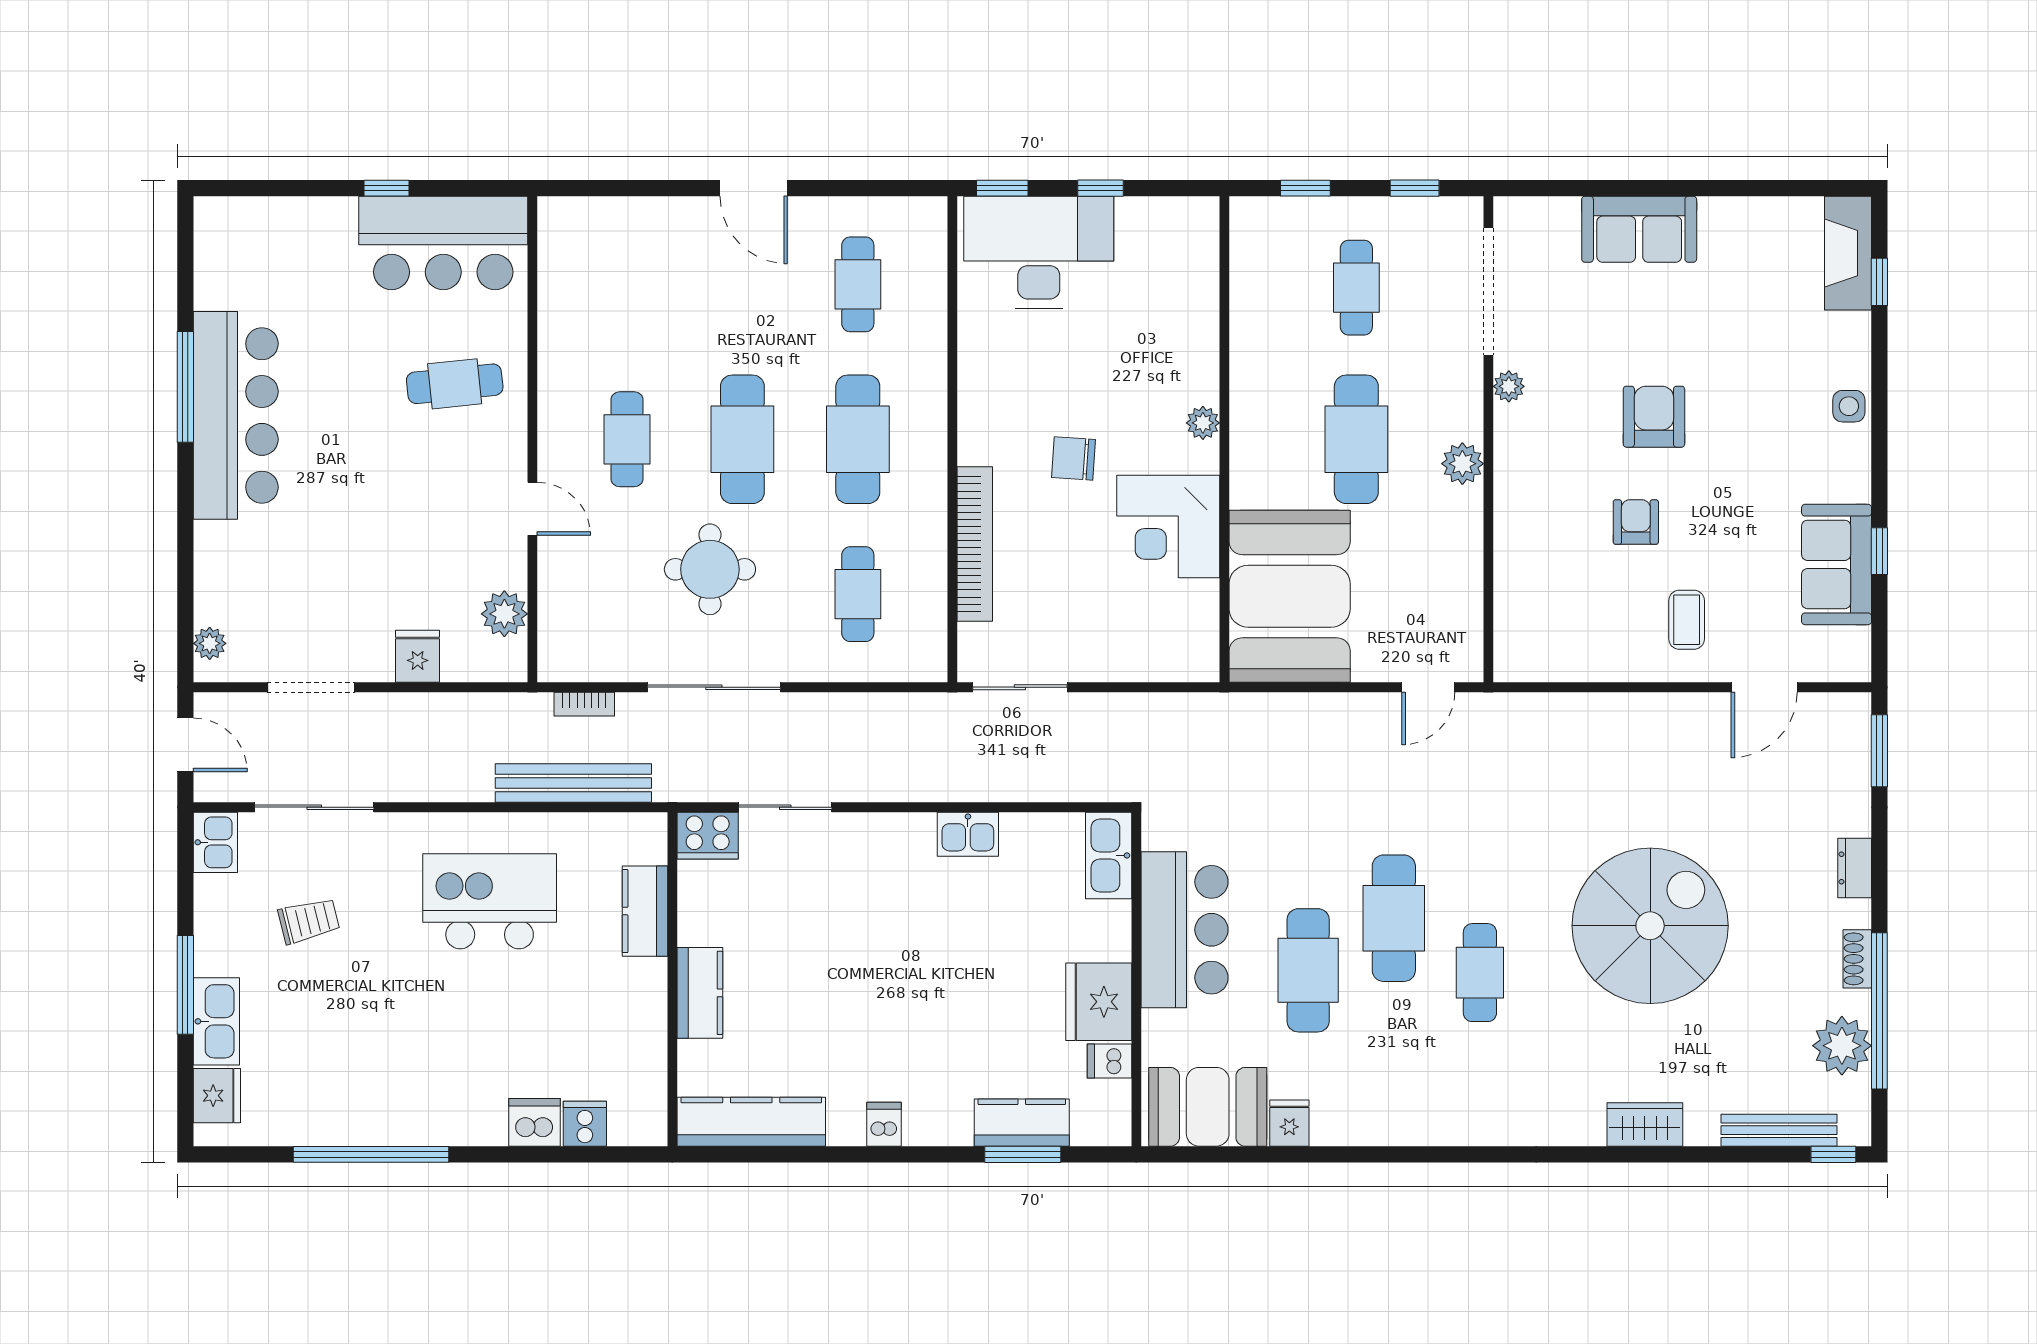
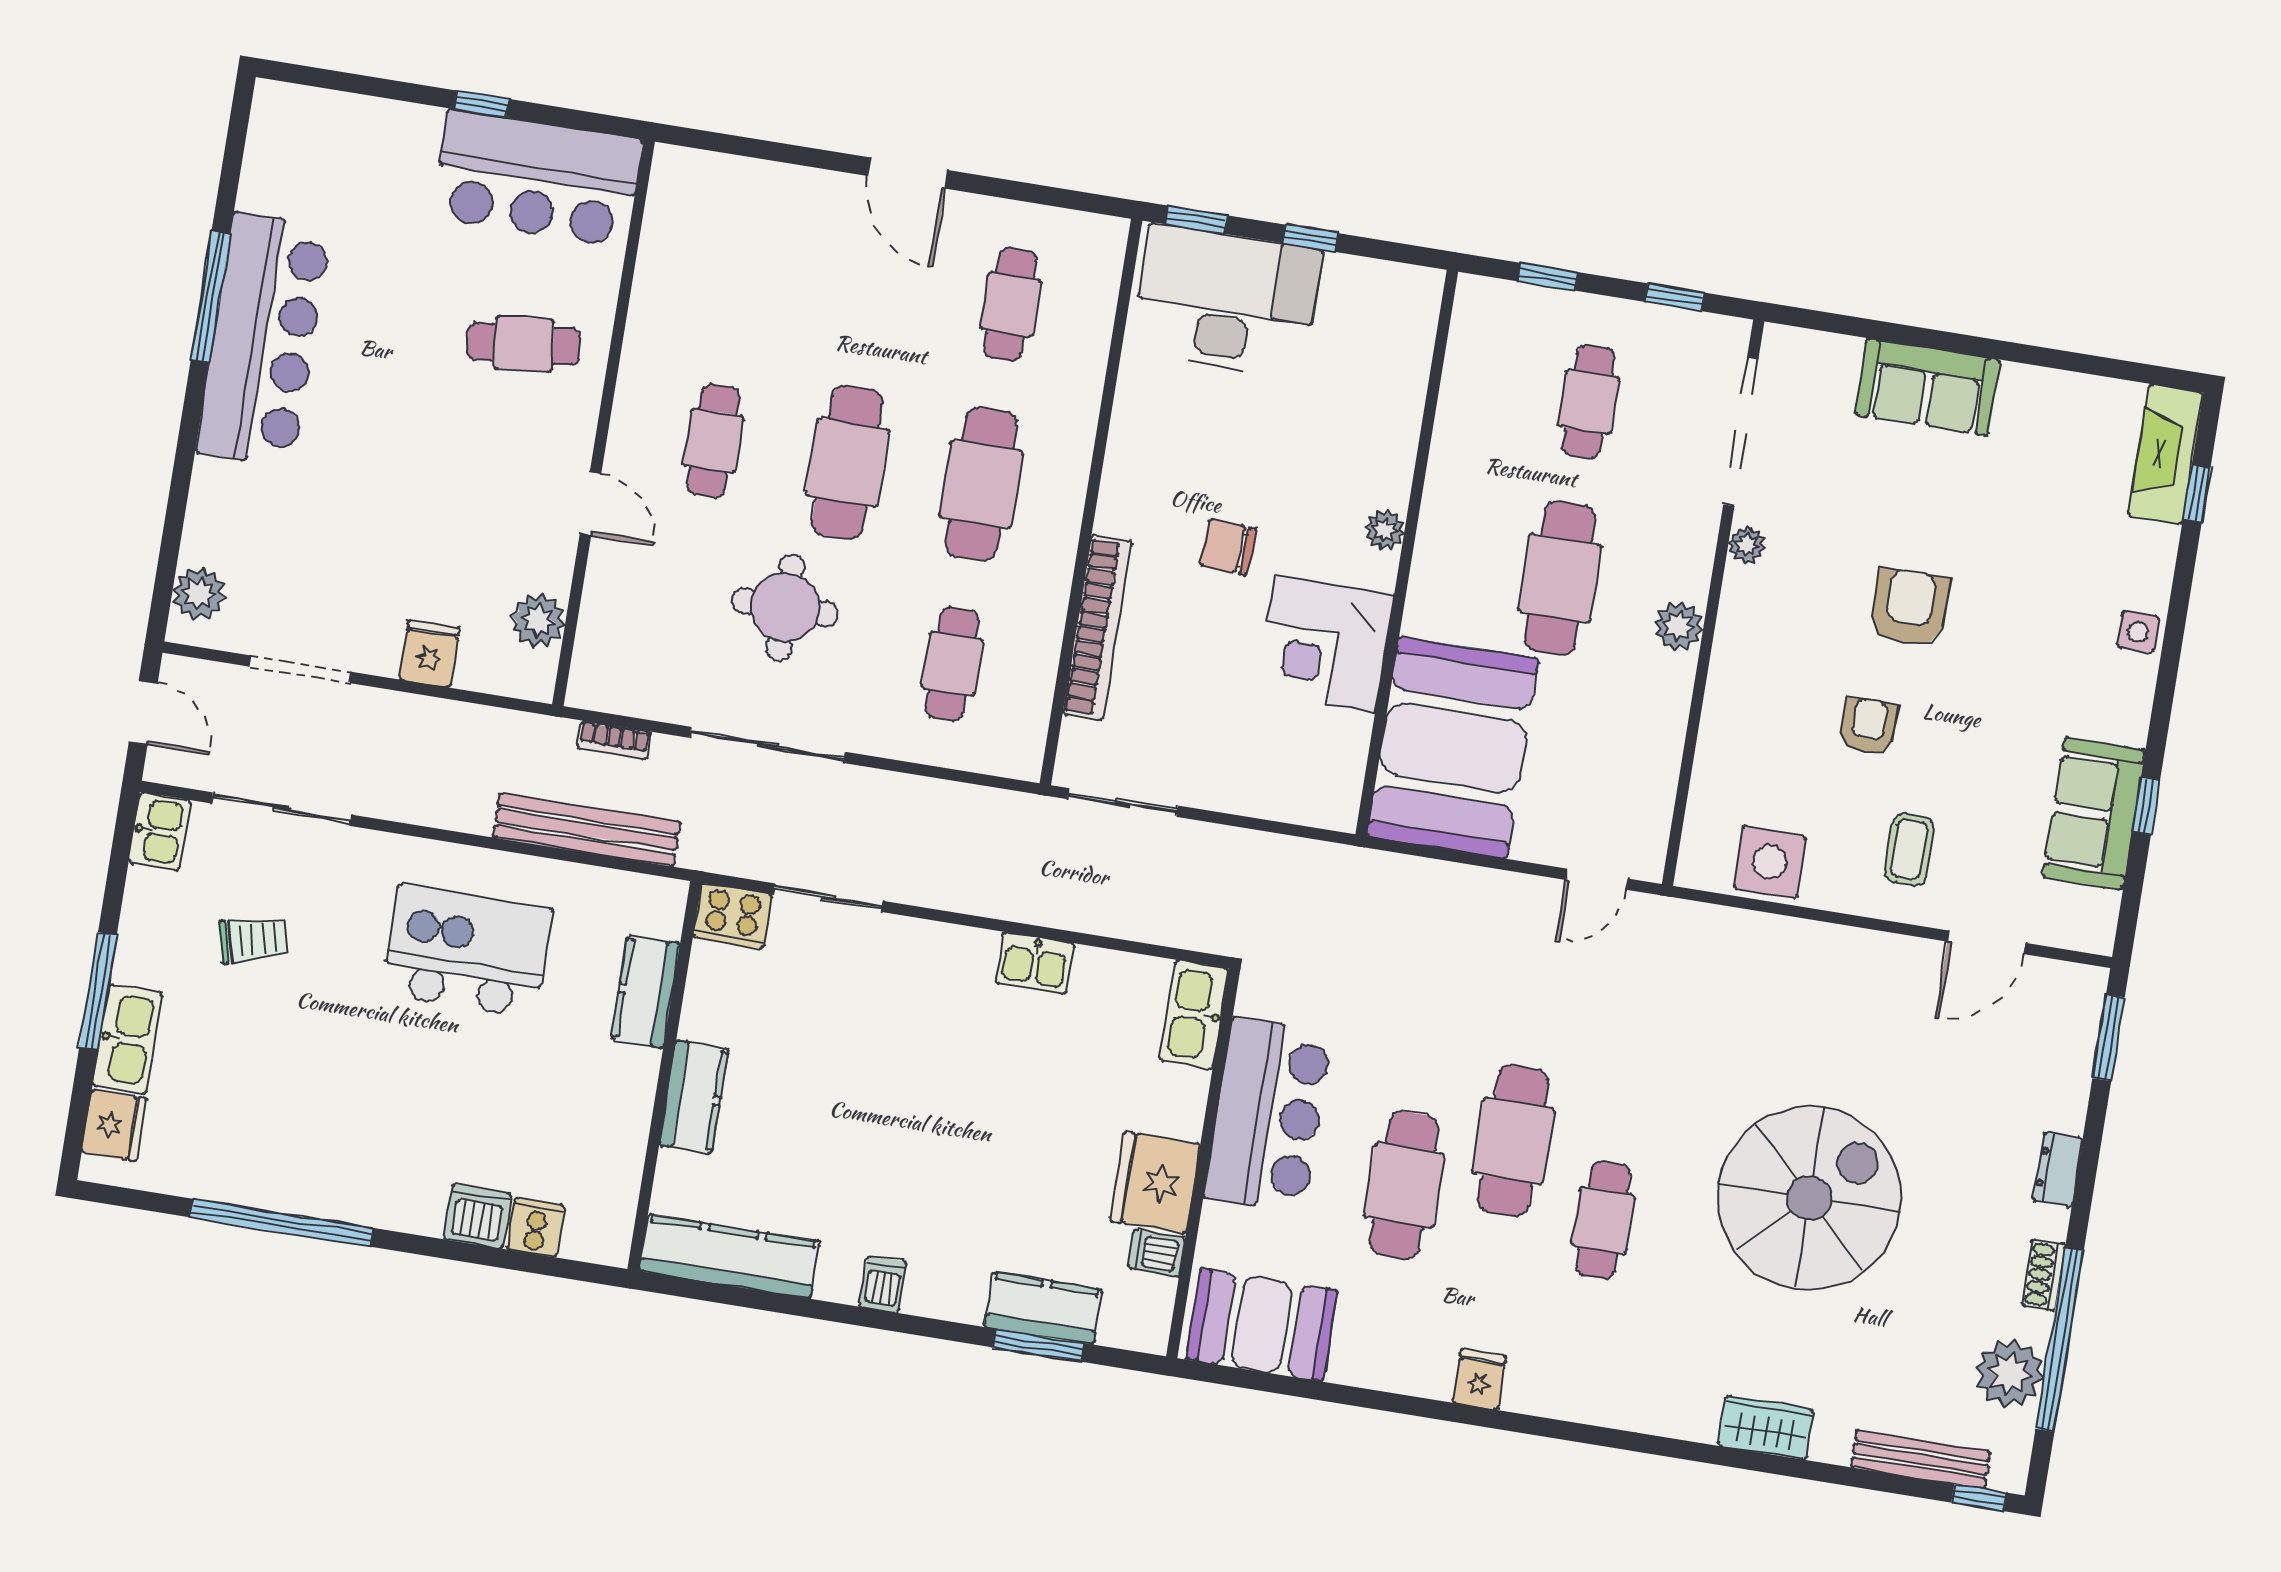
plant: (210, 643) -> (199, 593), width x1.38, depth x1.38
side table: (1571, 649) -> (1770, 862), added
fridge: (1289, 1123) -> (1479, 1379), moved

